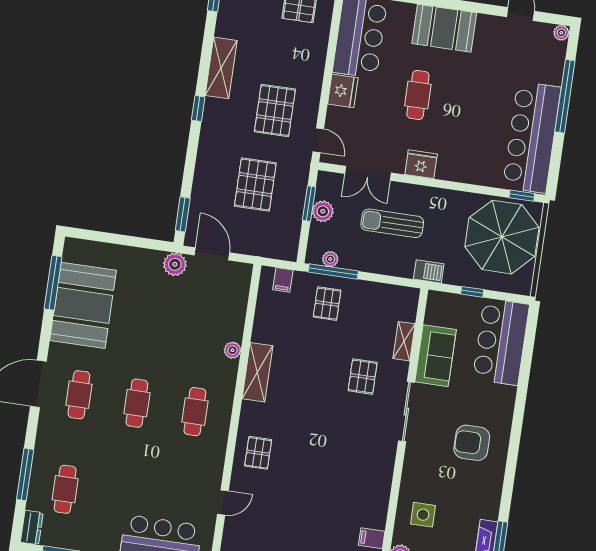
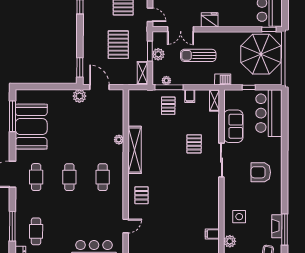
shelving: (291, 240) -> (142, 73), added
filing cabinet: (283, 280) -> (190, 96), moved
shelving: (404, 341) -> (215, 100), moved
shelving: (257, 372) -> (135, 150), width x1.47

